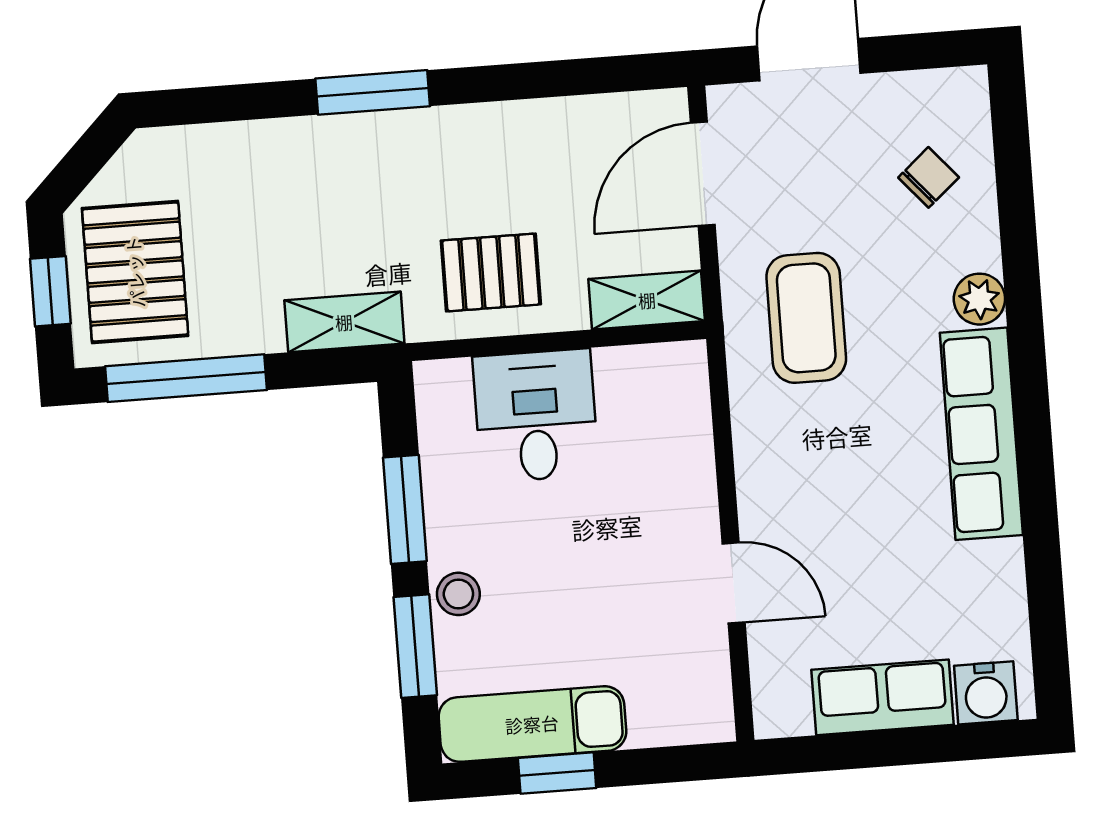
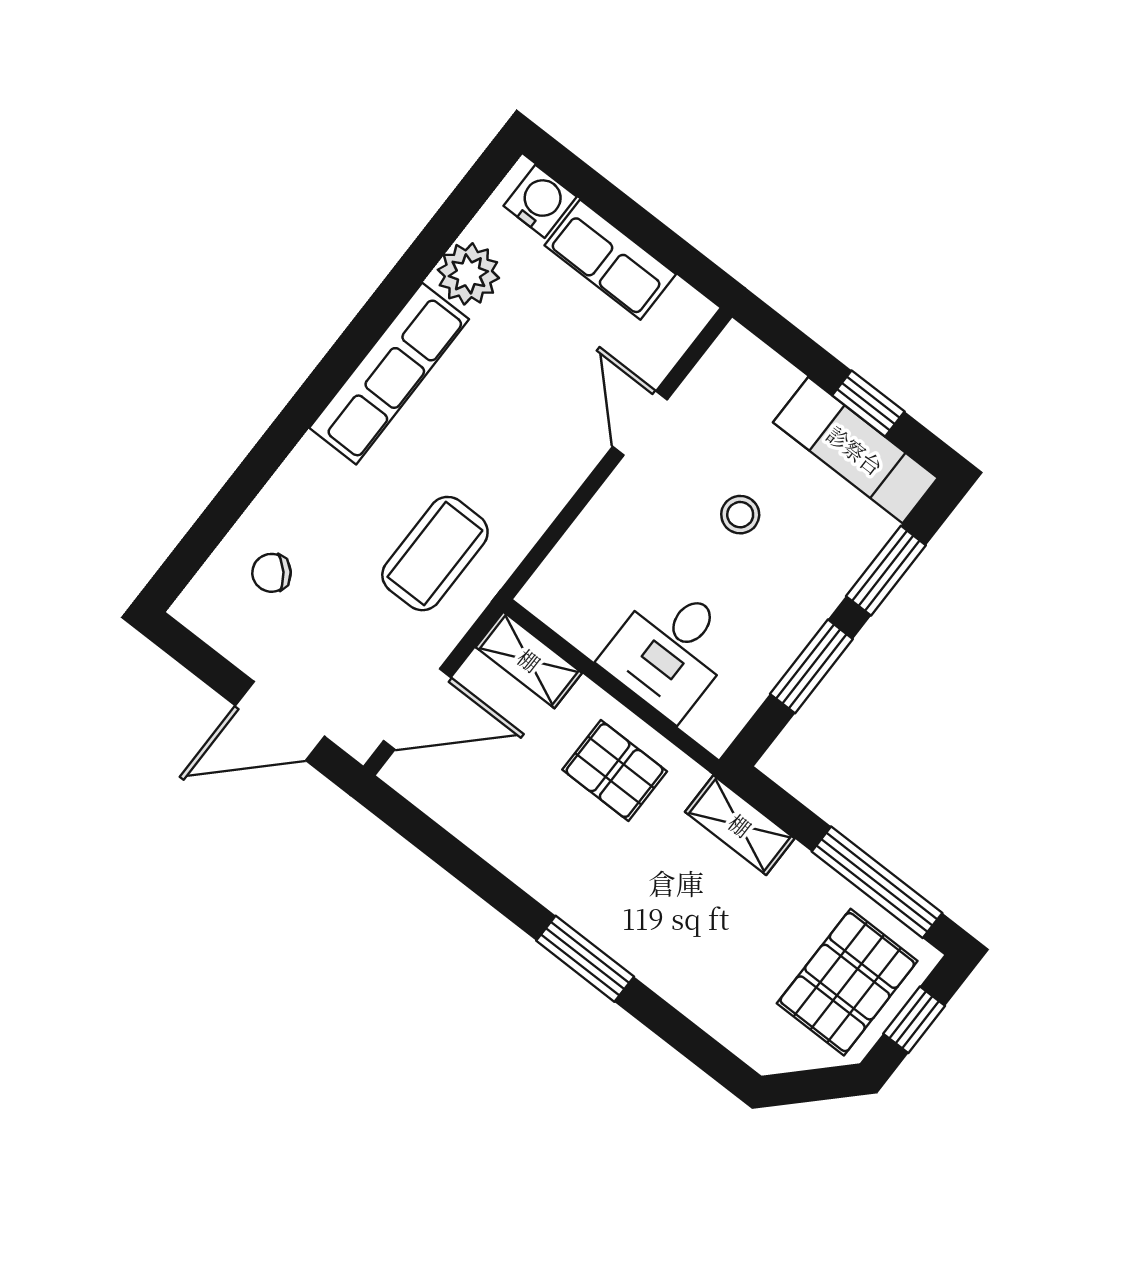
plant: (979, 299) -> (468, 274), moved, width x1.38, depth x1.38
stool: (458, 594) -> (740, 515), moved

